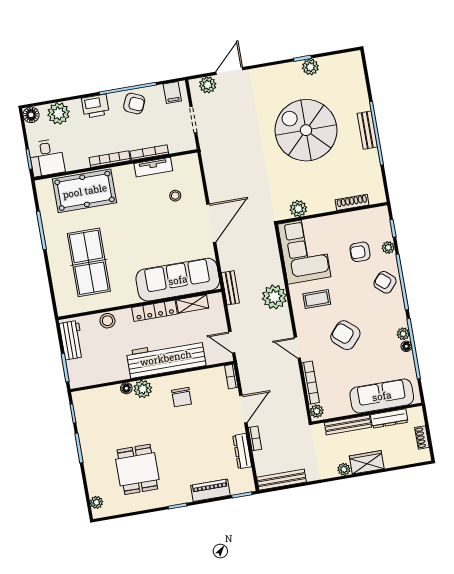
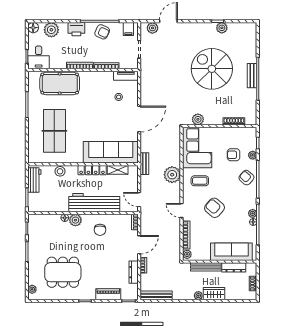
tv unit: (153, 167) -> (126, 76), moved
dining table: (137, 469) -> (63, 272), width x1.38

